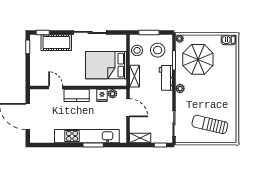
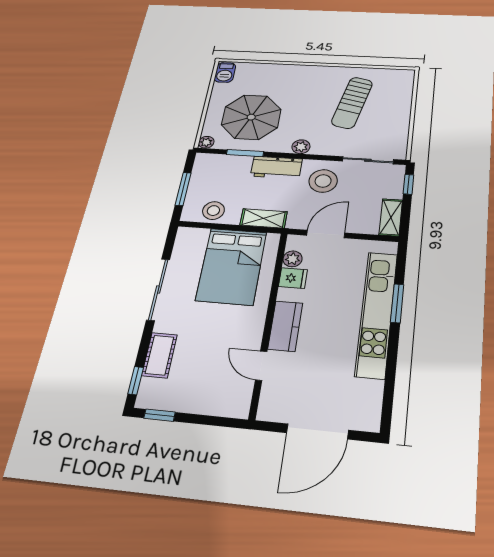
cot: (56, 43) -> (160, 355), width x0.73, depth x0.75
stool: (158, 50) -> (323, 181), moved
door: (56, 88) -> (261, 366), hinge flipped
sun lounger: (210, 124) -> (352, 103), moved

